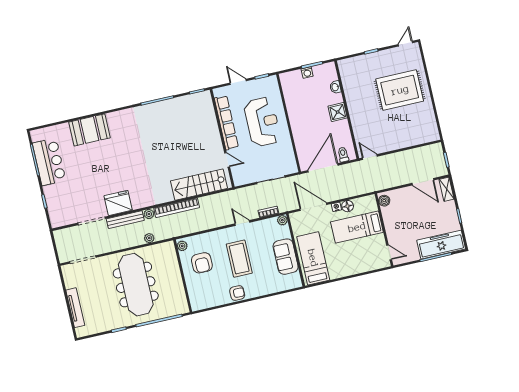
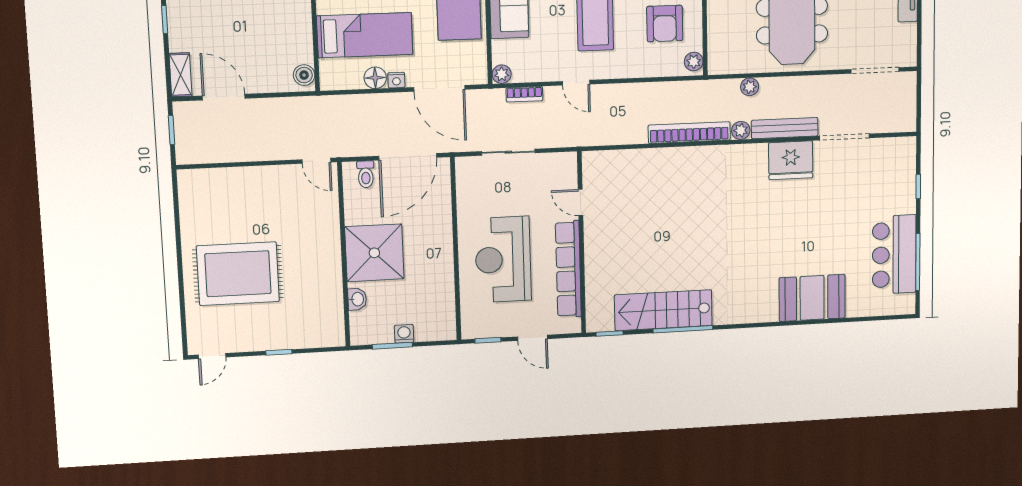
shower: (338, 112) -> (374, 253), width x1.86, depth x1.86
stairs: (199, 185) -> (663, 310), moved, turned 180
armchair: (202, 263) -> (665, 24), turned 180

